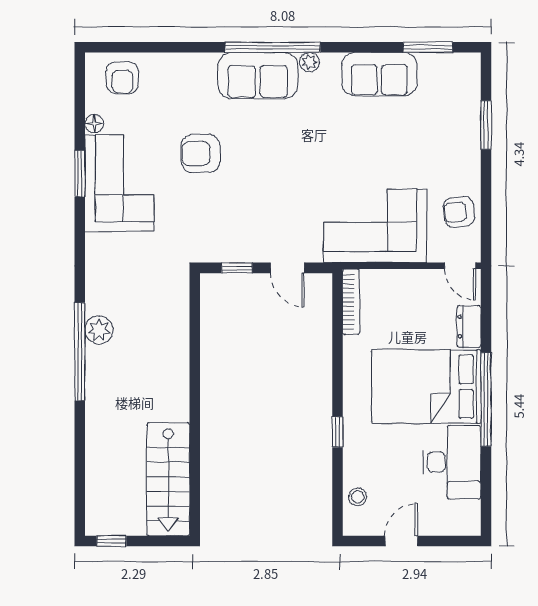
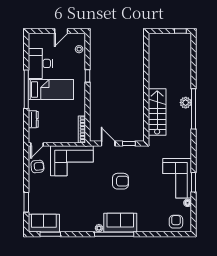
sofa: (379, 74) -> (44, 223), moved
armchair: (201, 154) -> (120, 181), moved
door: (460, 266) -> (37, 144), swing flipped
plant: (99, 330) -> (186, 103), moved
bed: (426, 387) -> (51, 90), width x0.67
stairs: (168, 479) -> (157, 112), moved

